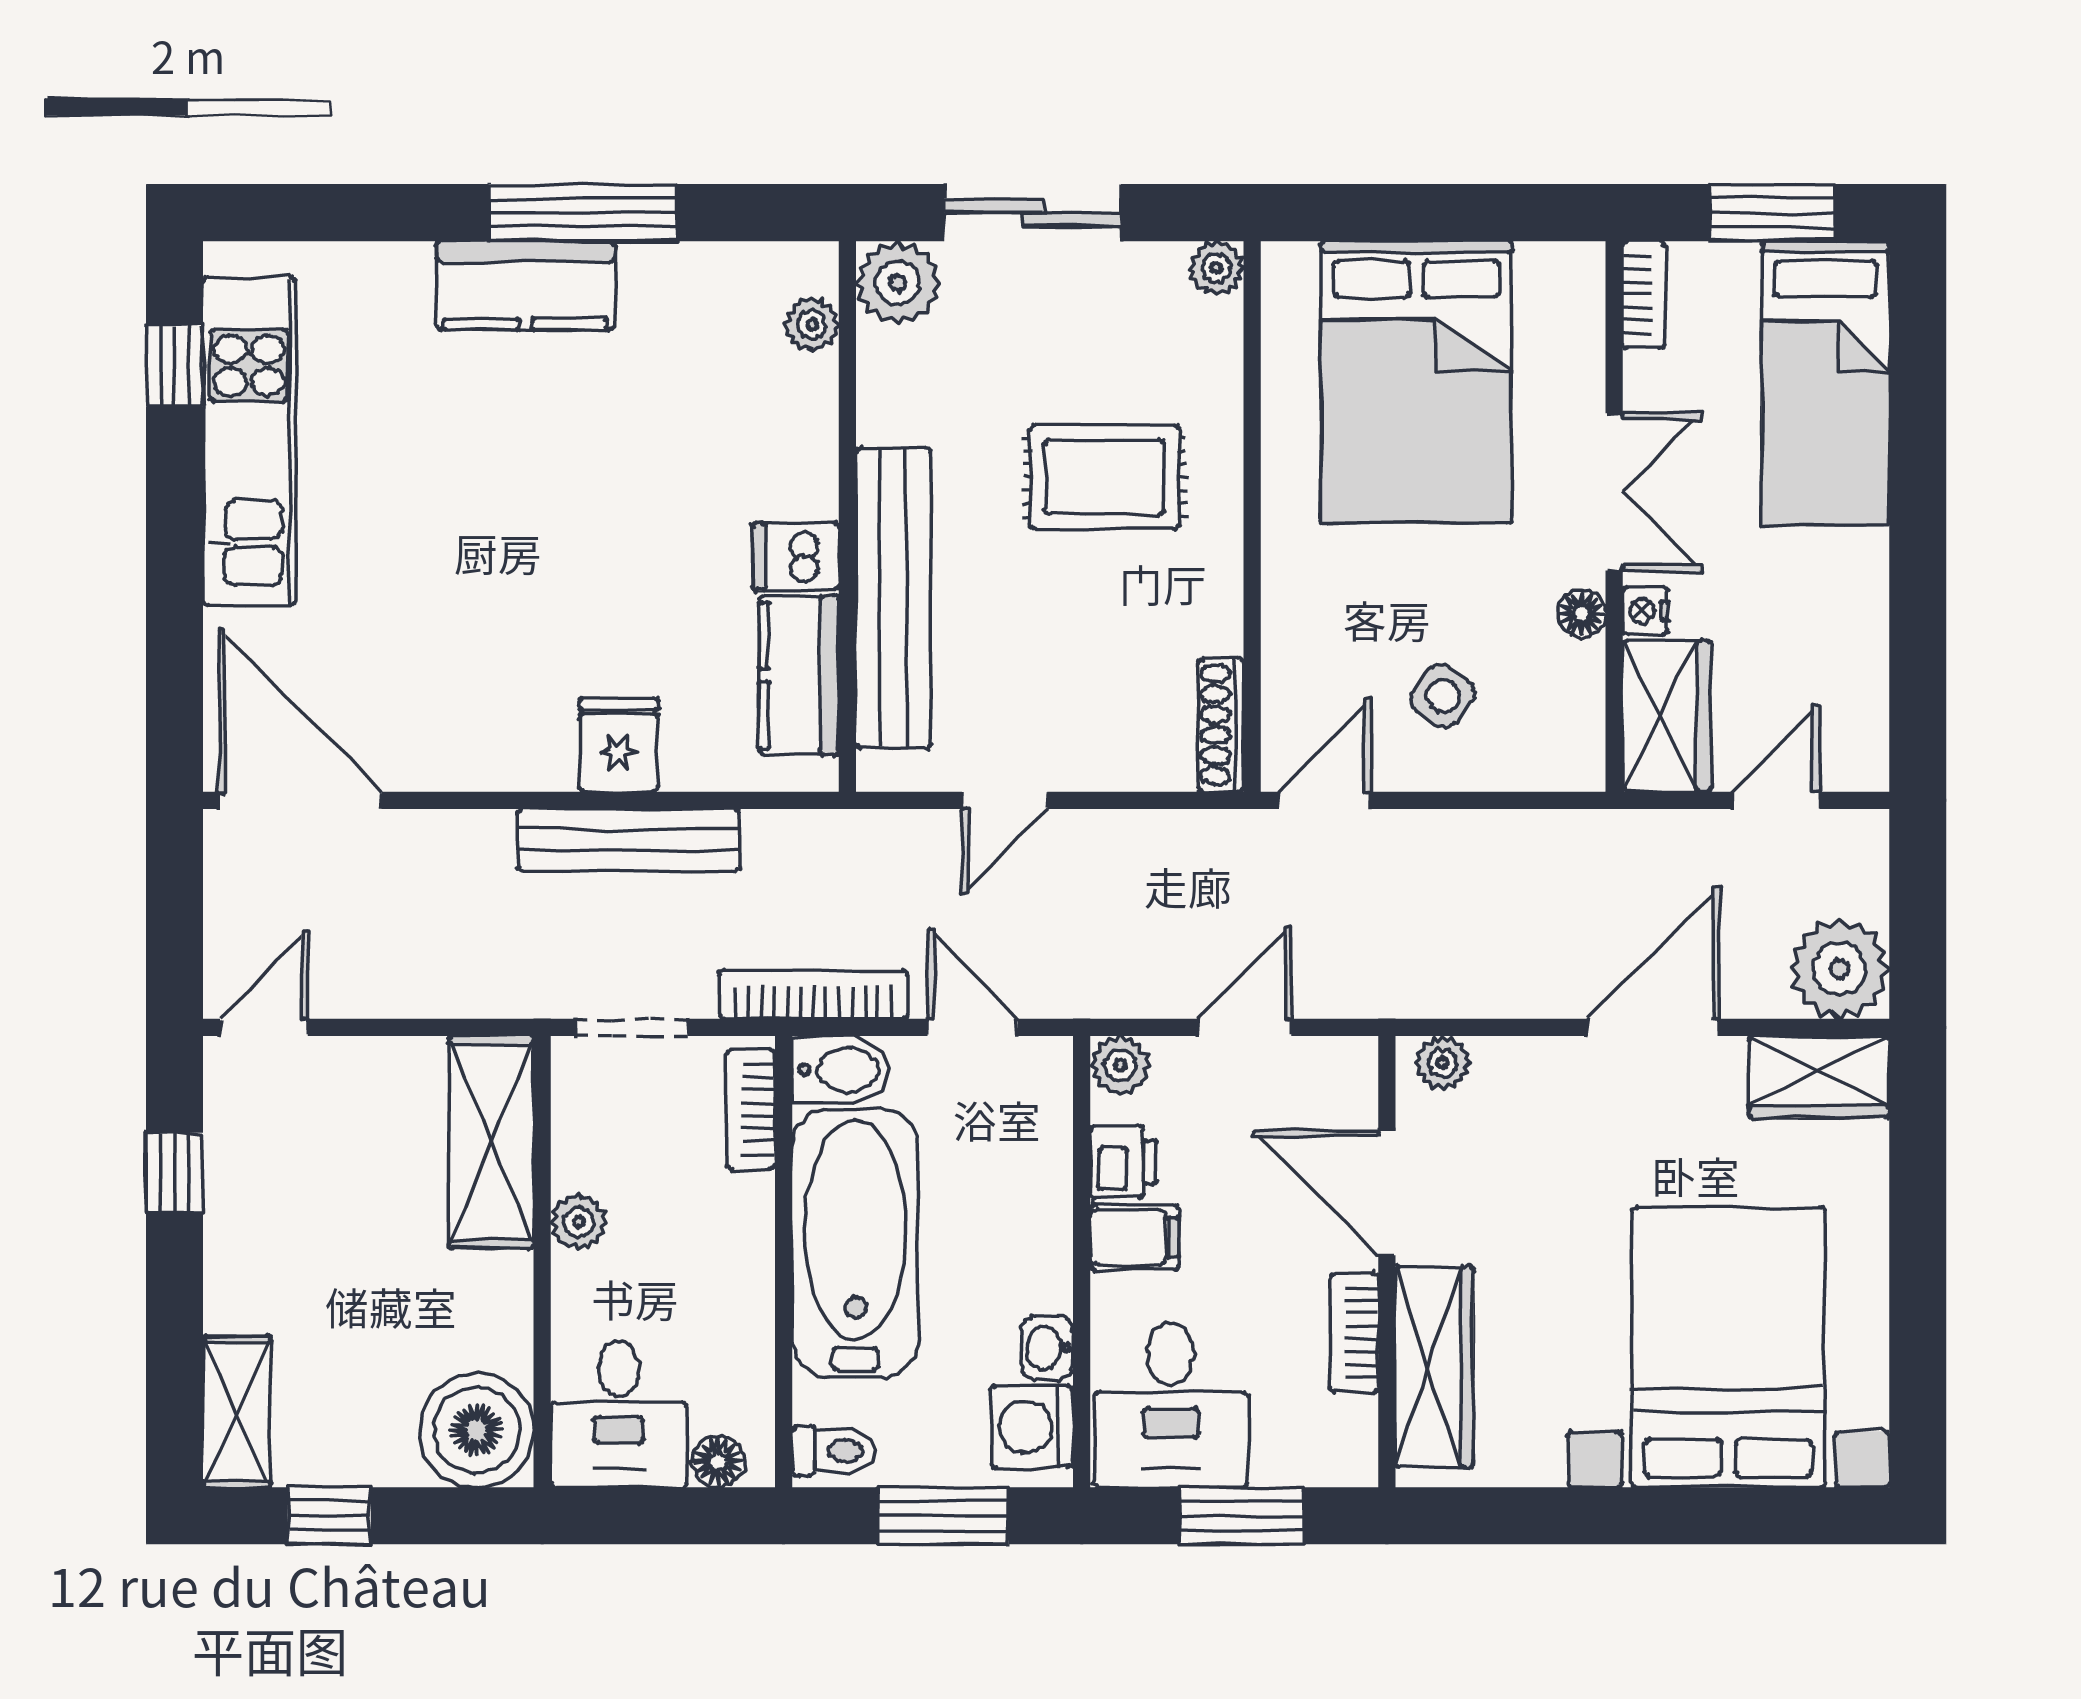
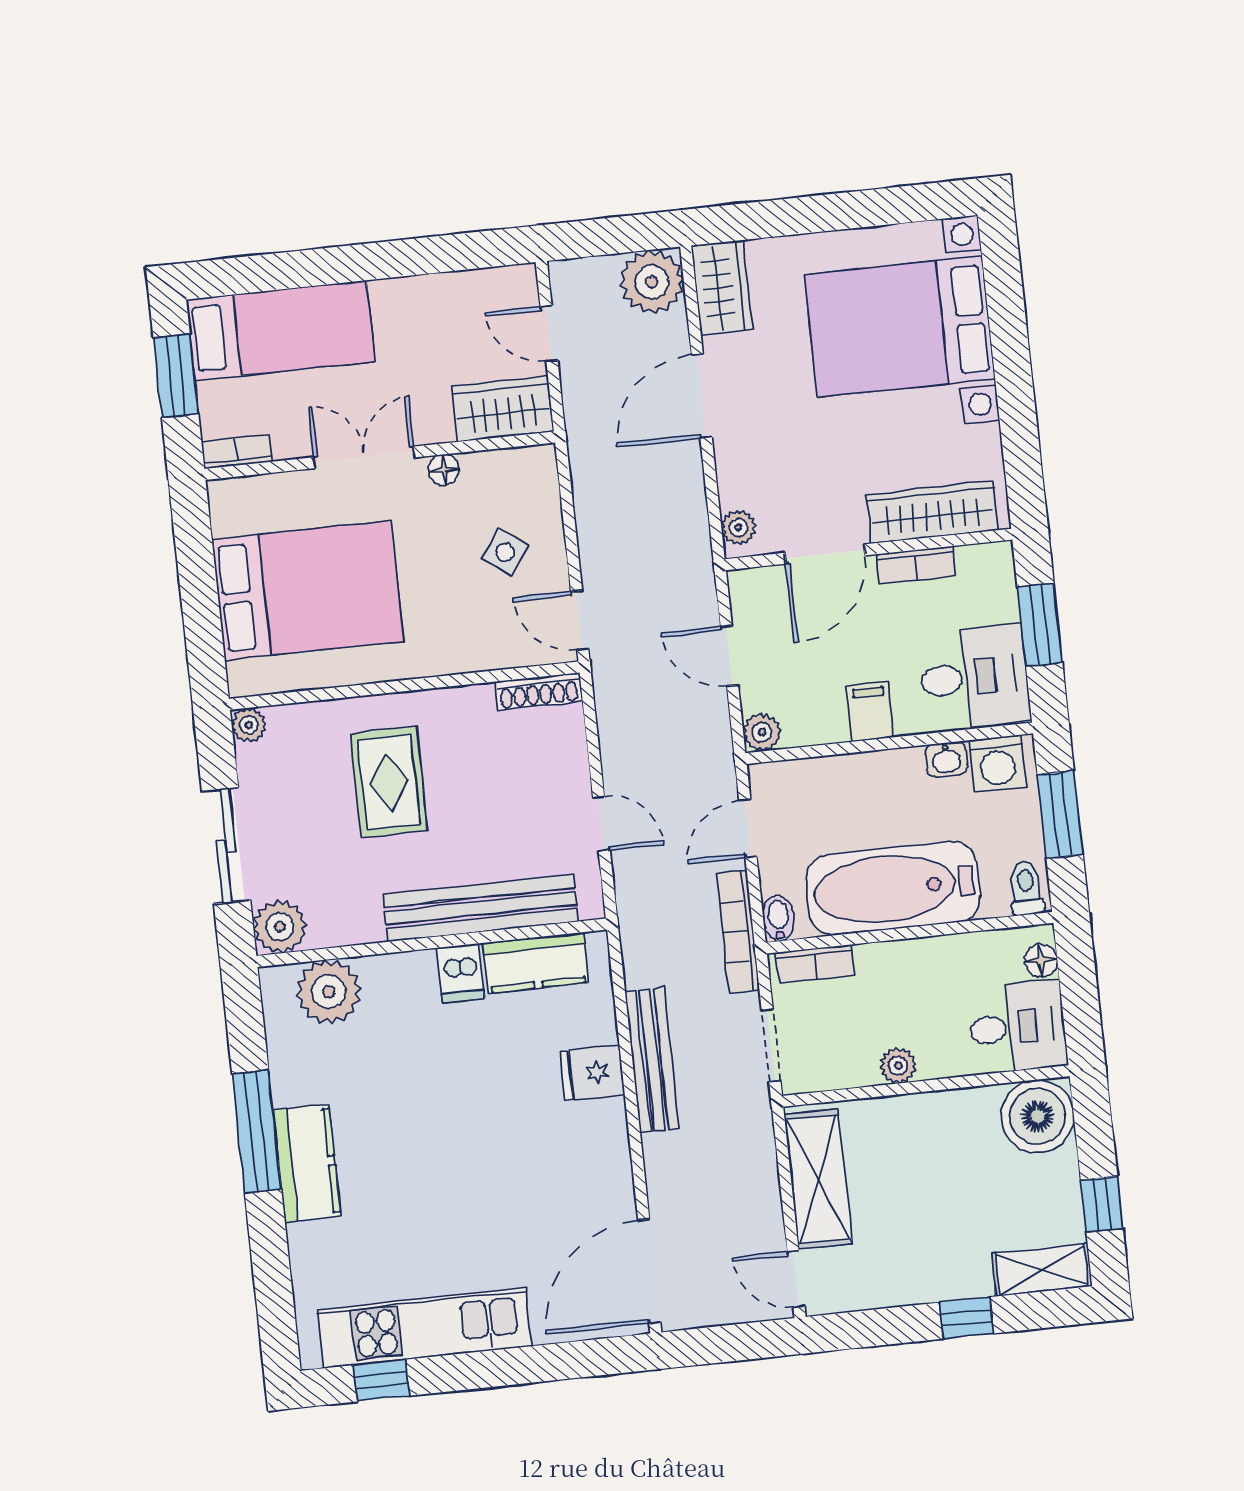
plant: (812, 324) -> (329, 992), width x1.88, depth x1.88
nightstand: (1645, 611) -> (437, 430), removed
door: (1654, 1027) -> (702, 396), hinge flipped
bidet: (841, 1070) -> (779, 918), width x0.72, depth x0.74
shelving: (491, 1142) -> (818, 1179), moved, turned 90
printer: (1123, 1162) -> (823, 724), removed
window: (175, 1173) -> (966, 1318), moved

